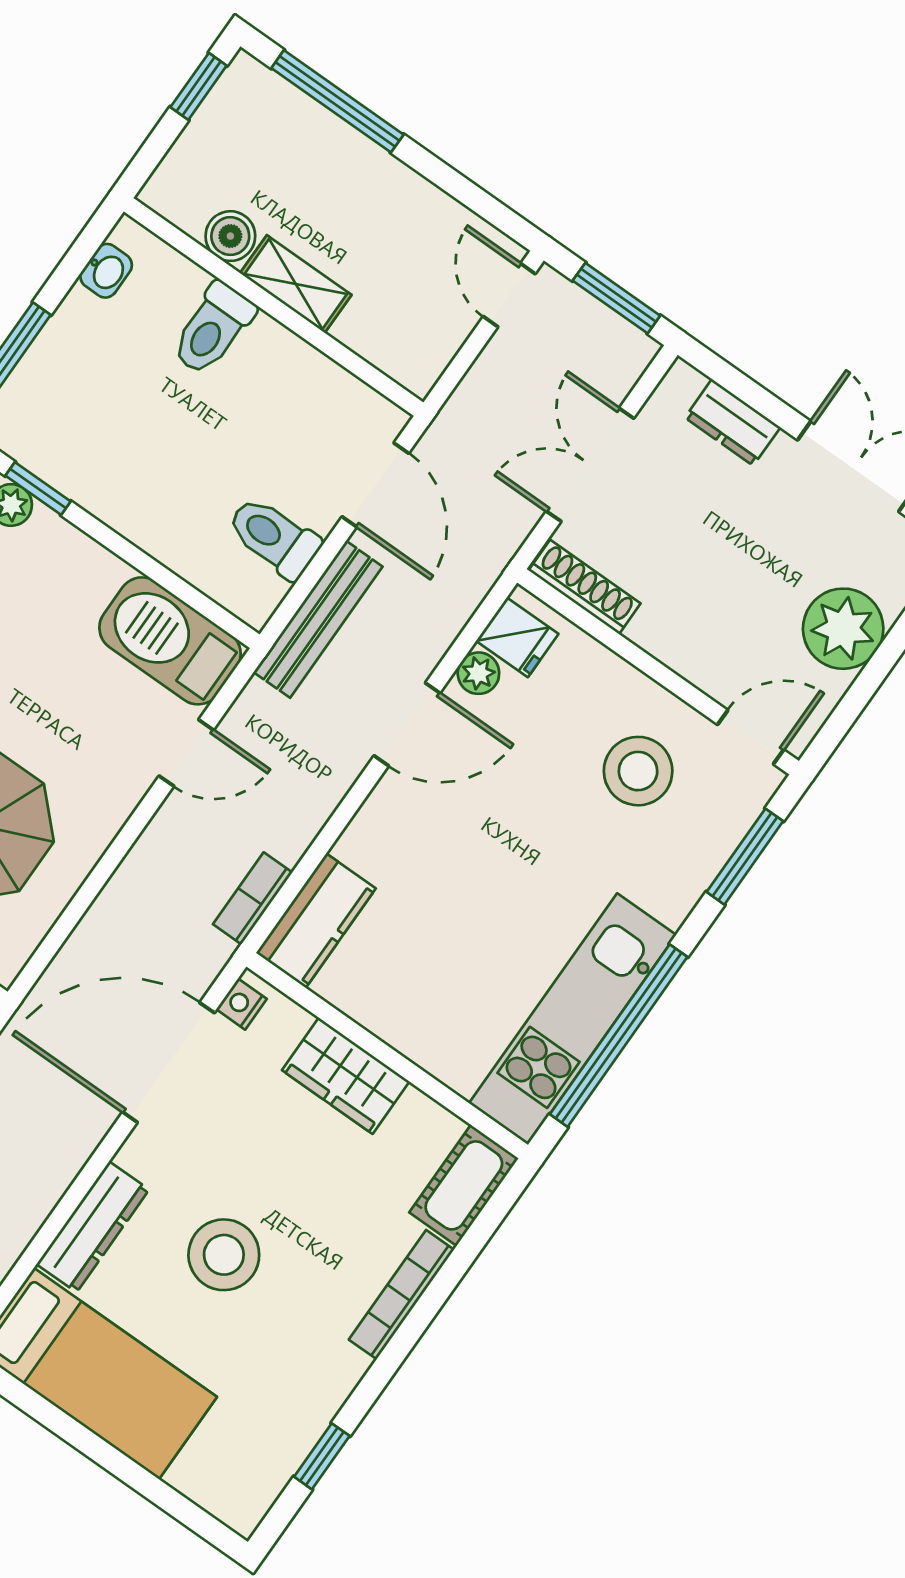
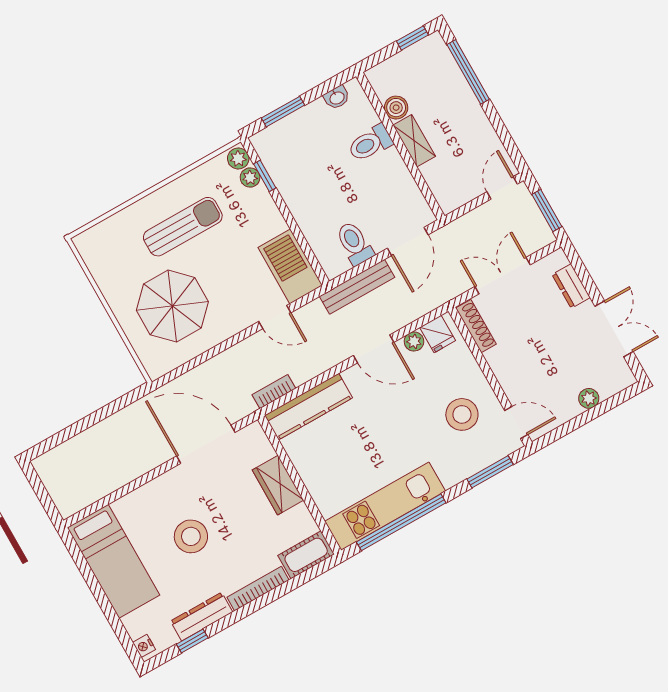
plant: (843, 629) -> (589, 398), width x0.53, depth x0.53
kitchen counter: (316, 921) -> (309, 407), width x1.50
nightstand: (241, 1004) -> (144, 646), moved, turned -90
dresser: (93, 1227) -> (202, 617), moved, turned 180

